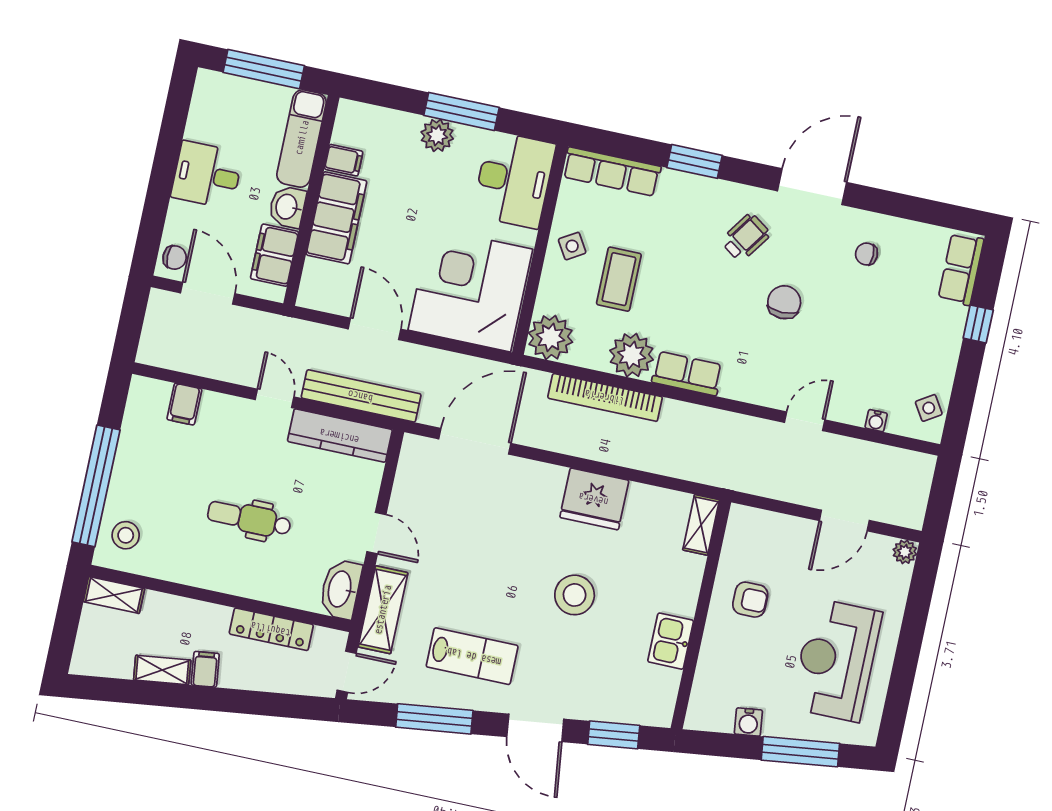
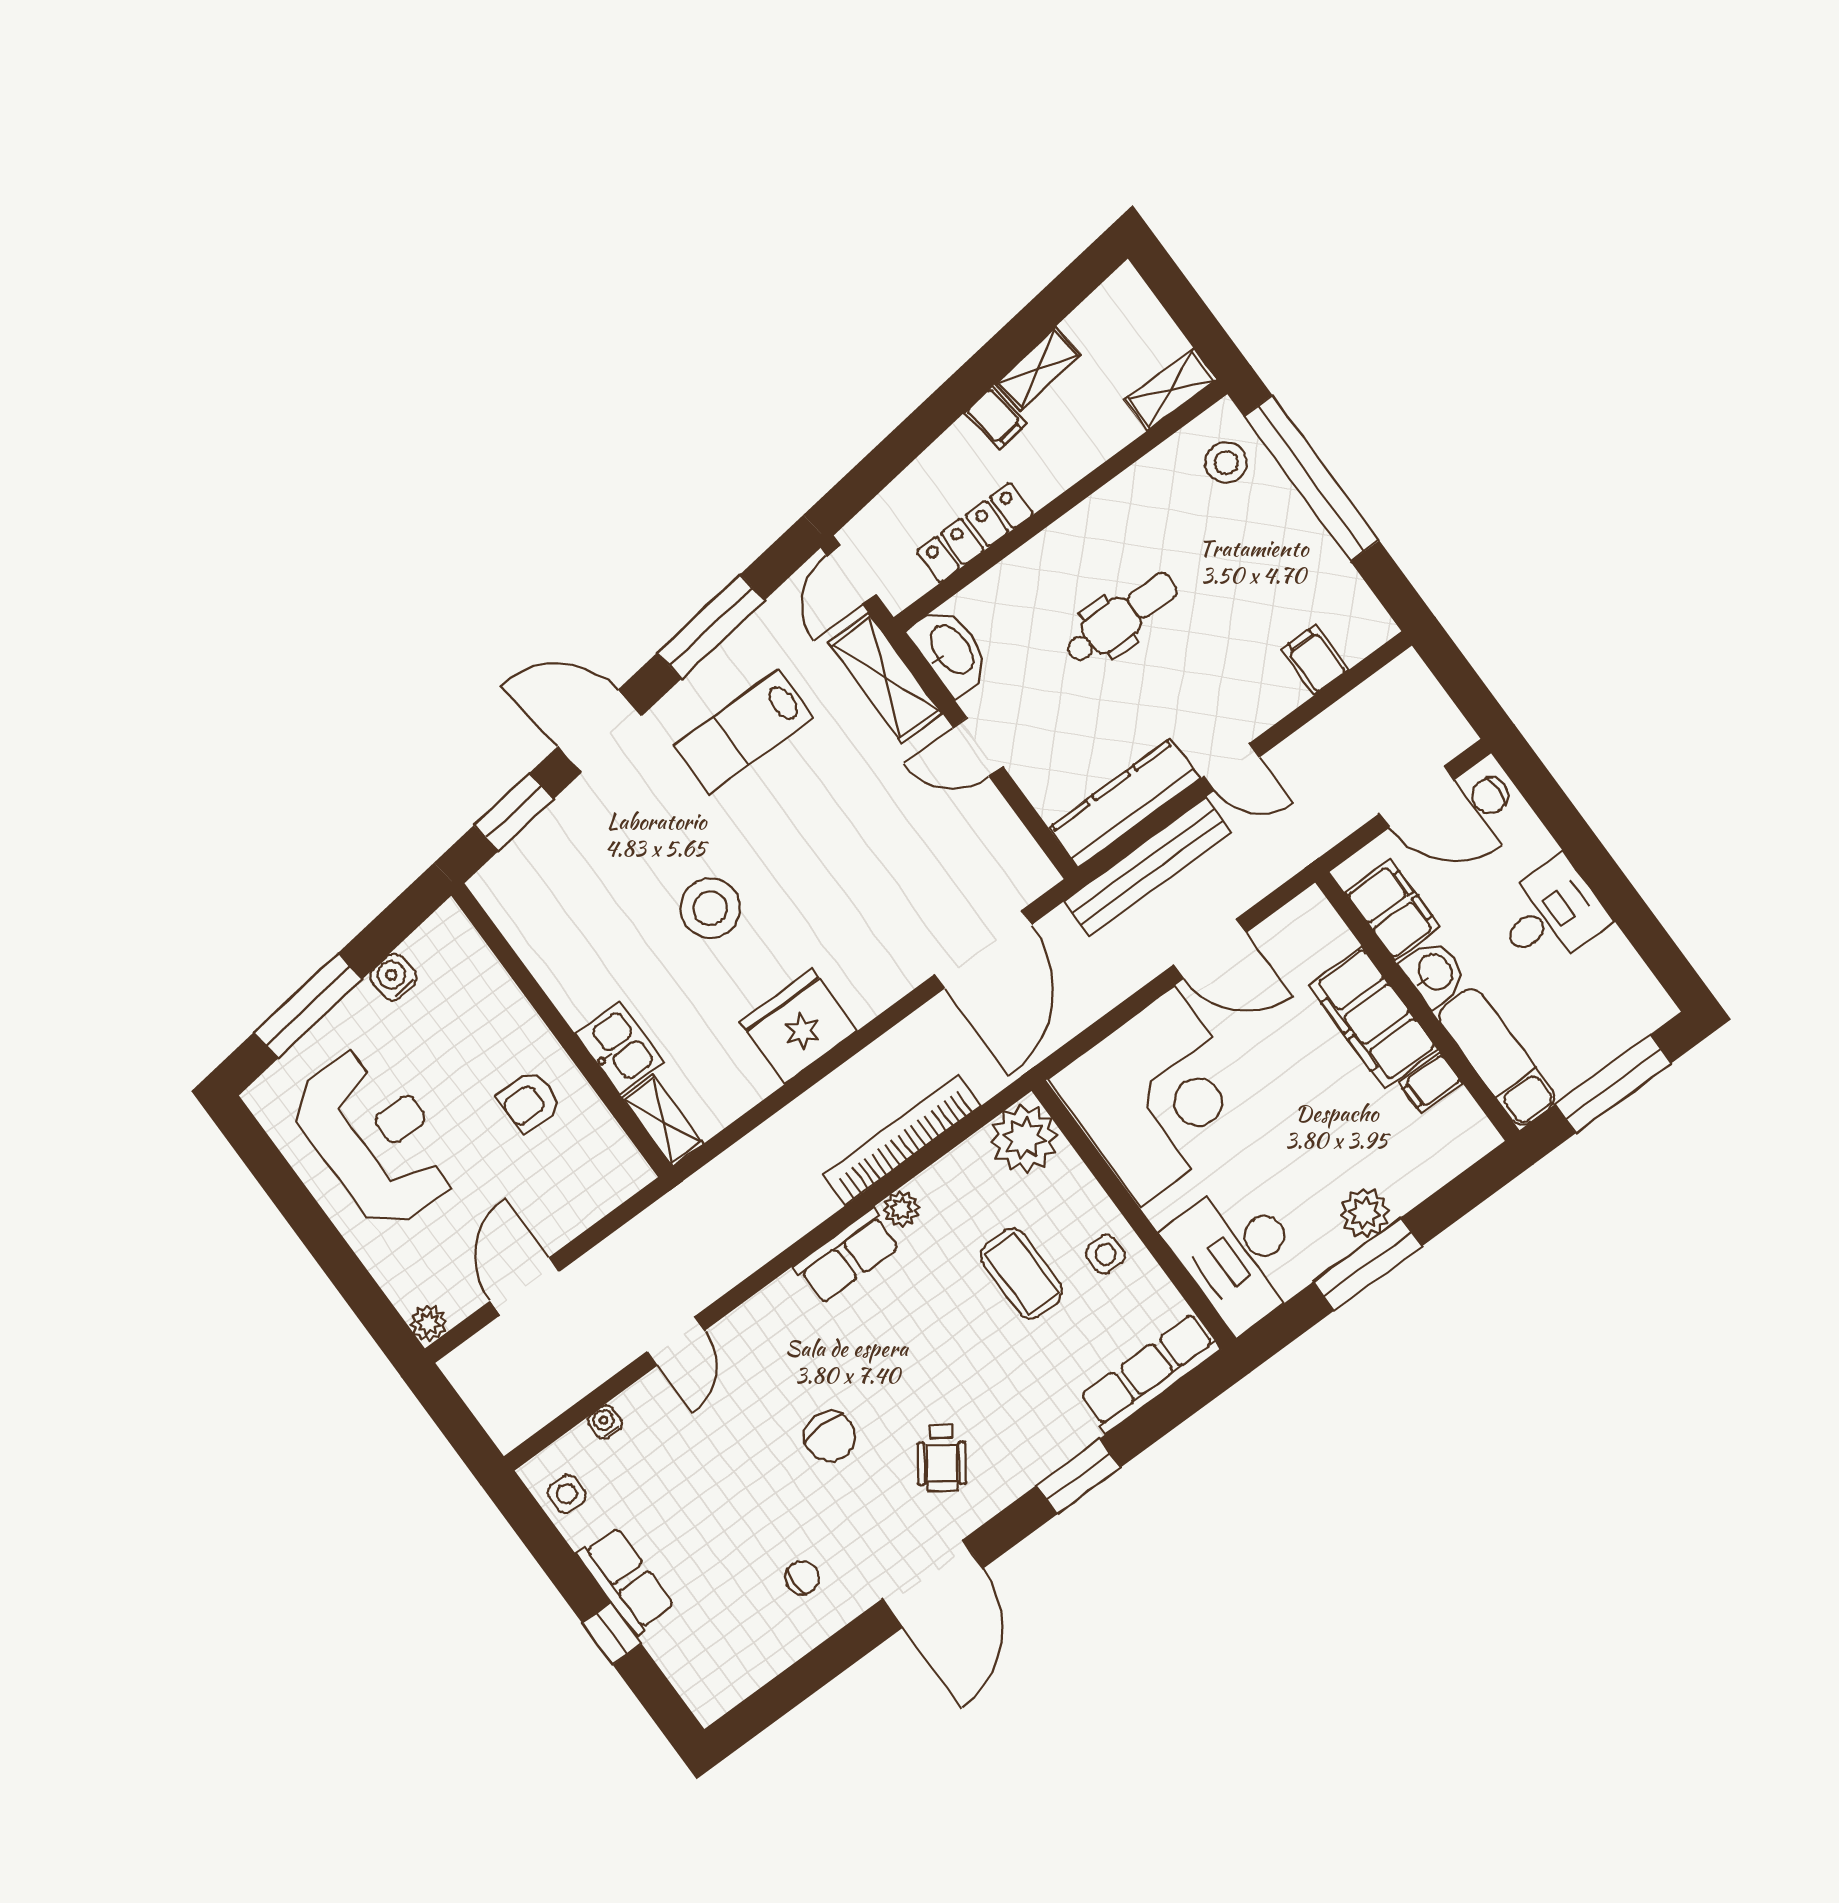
side table: (572, 246) -> (1105, 1254), turned 31
row of seats: (961, 269) -> (626, 1581), moved
plant: (632, 355) -> (901, 1209), width x0.53, depth x0.53
side table: (929, 408) -> (567, 1494), turned 32
kitchen sink: (671, 641) -> (619, 1048), moved

